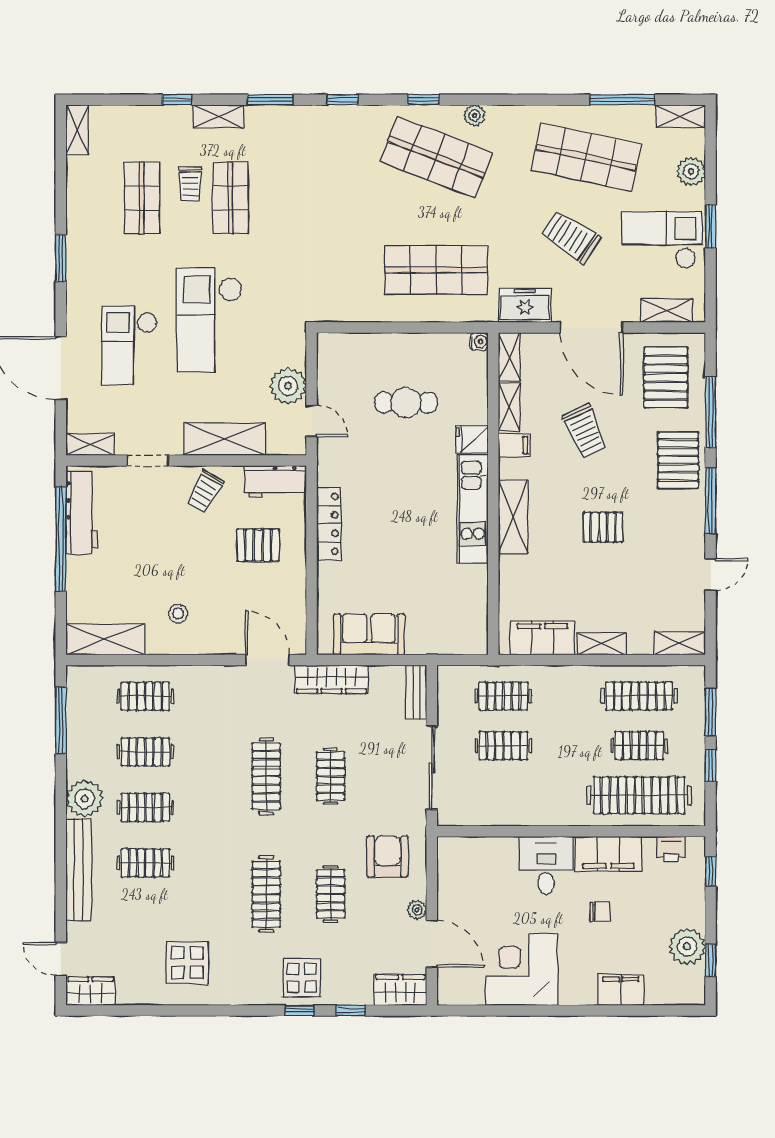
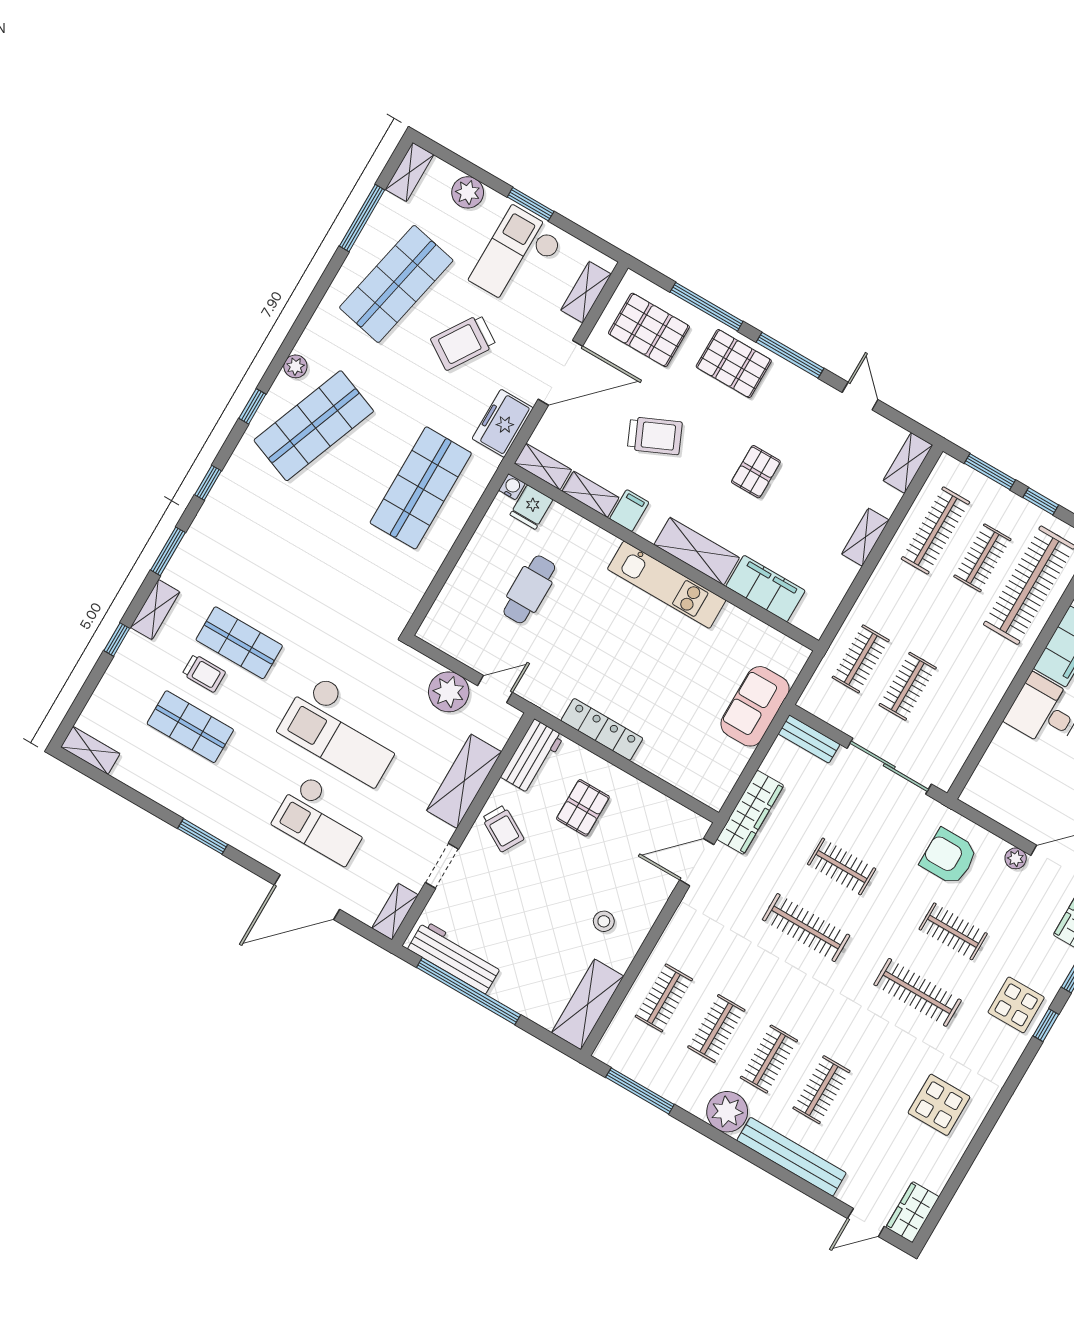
fridge: (472, 439) -> (531, 507), moved
sofa: (369, 634) -> (755, 706), moved
filing cabinet: (543, 638) -> (765, 589), moved, turned 90

